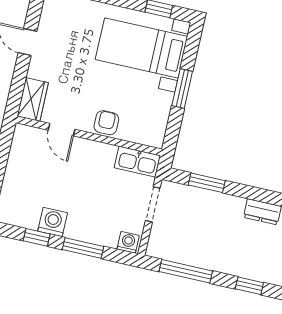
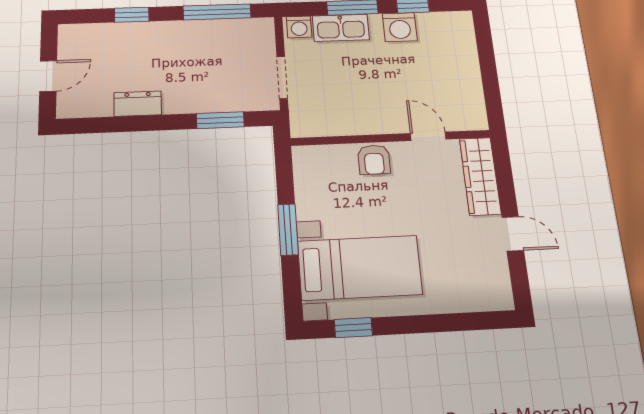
wardrobe: (33, 99) -> (480, 176), width x1.50
kitchen sink: (137, 162) -> (341, 28), moved, turned 180

